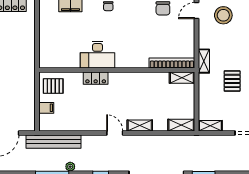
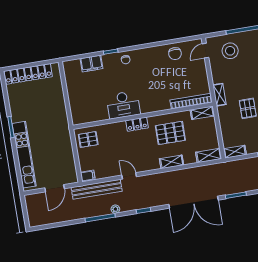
locker: (96, 78) -> (137, 124), moved
pallet: (144, 94) -> (170, 133), added
filing cabinet: (46, 108) -> (88, 176), moved
door: (115, 133) -> (129, 176), moved

